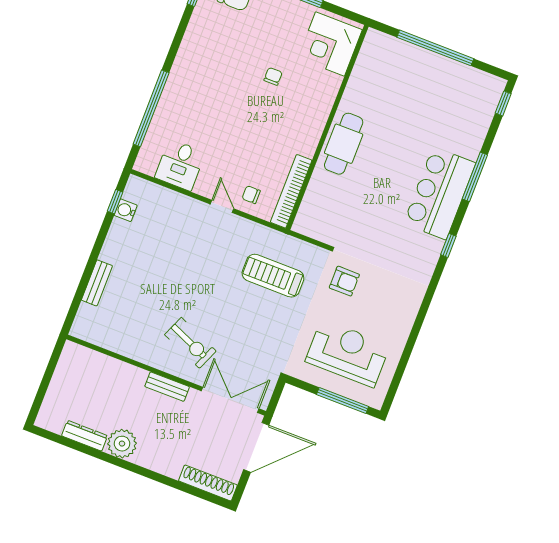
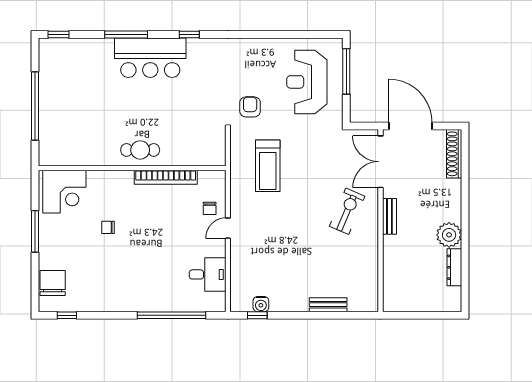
cafe table: (344, 144) -> (140, 150), width x0.73, depth x0.74
bookcase: (291, 191) -> (166, 177), moved

